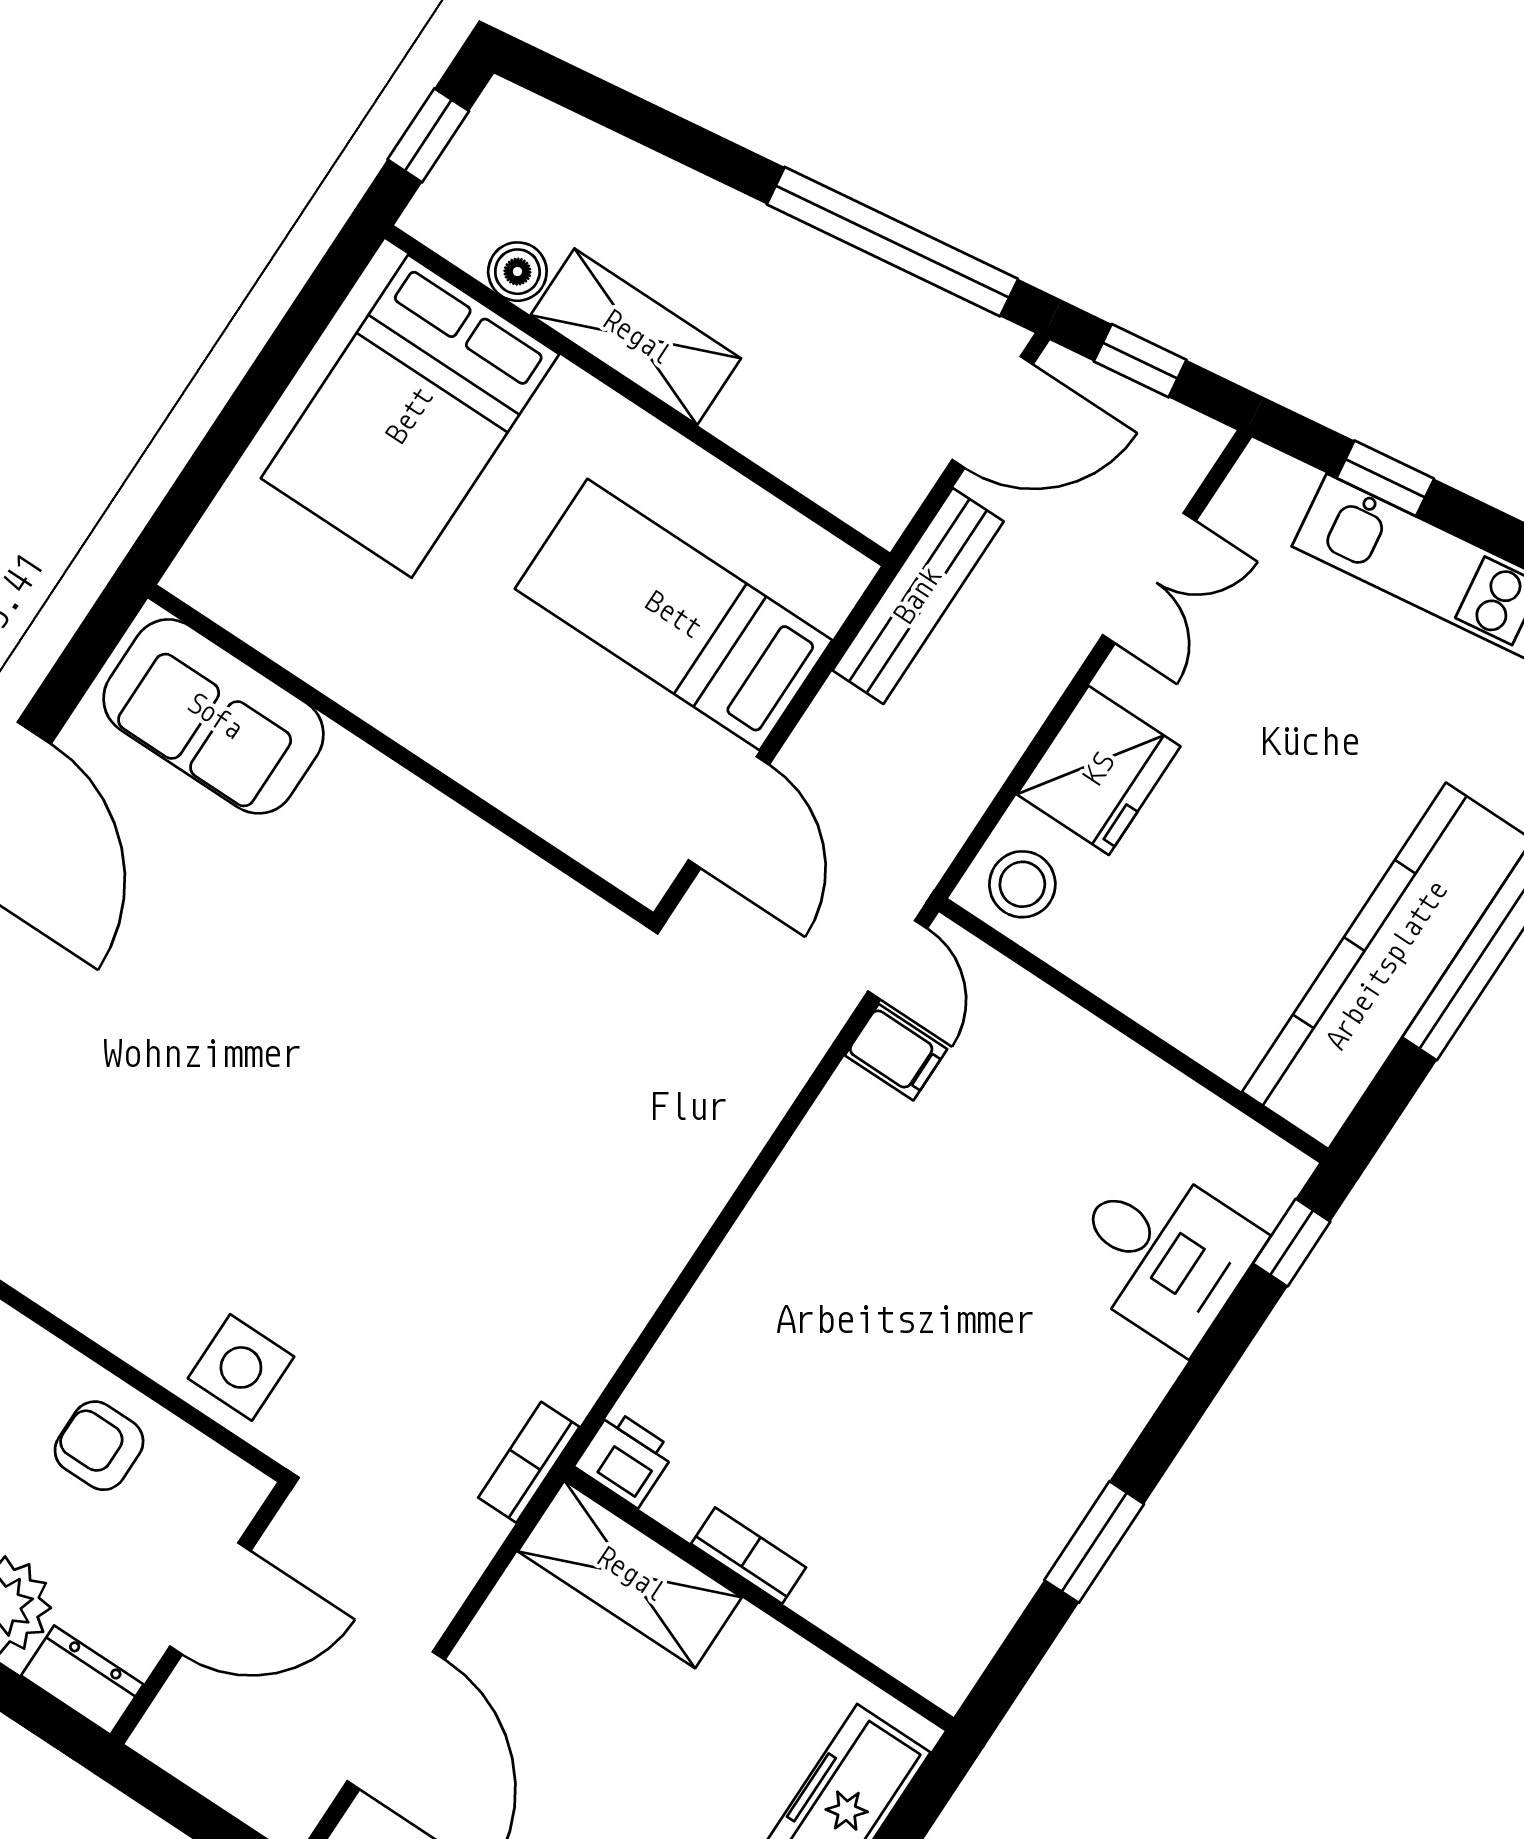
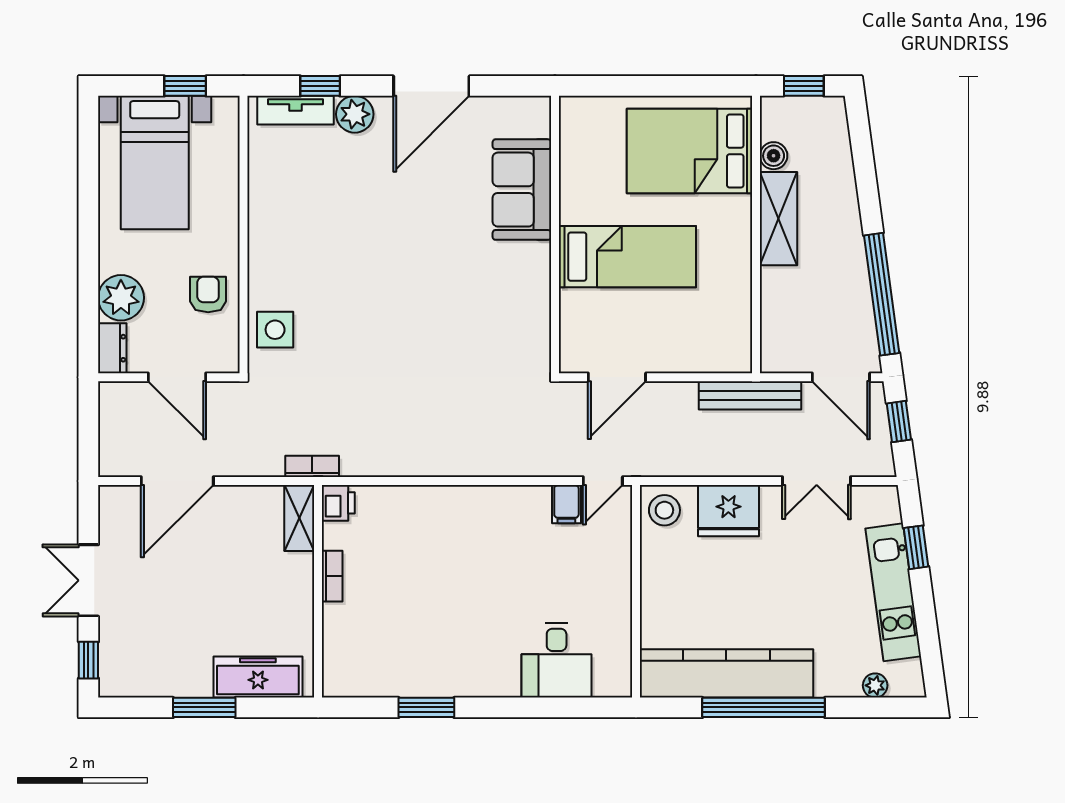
bed: (673, 615) -> (627, 257), moved, turned 90
sofa: (214, 716) -> (522, 190), moved
window: (1292, 1243) -> (594, 707), removed
shelving: (630, 1574) -> (299, 518), width x0.67, depth x0.75

